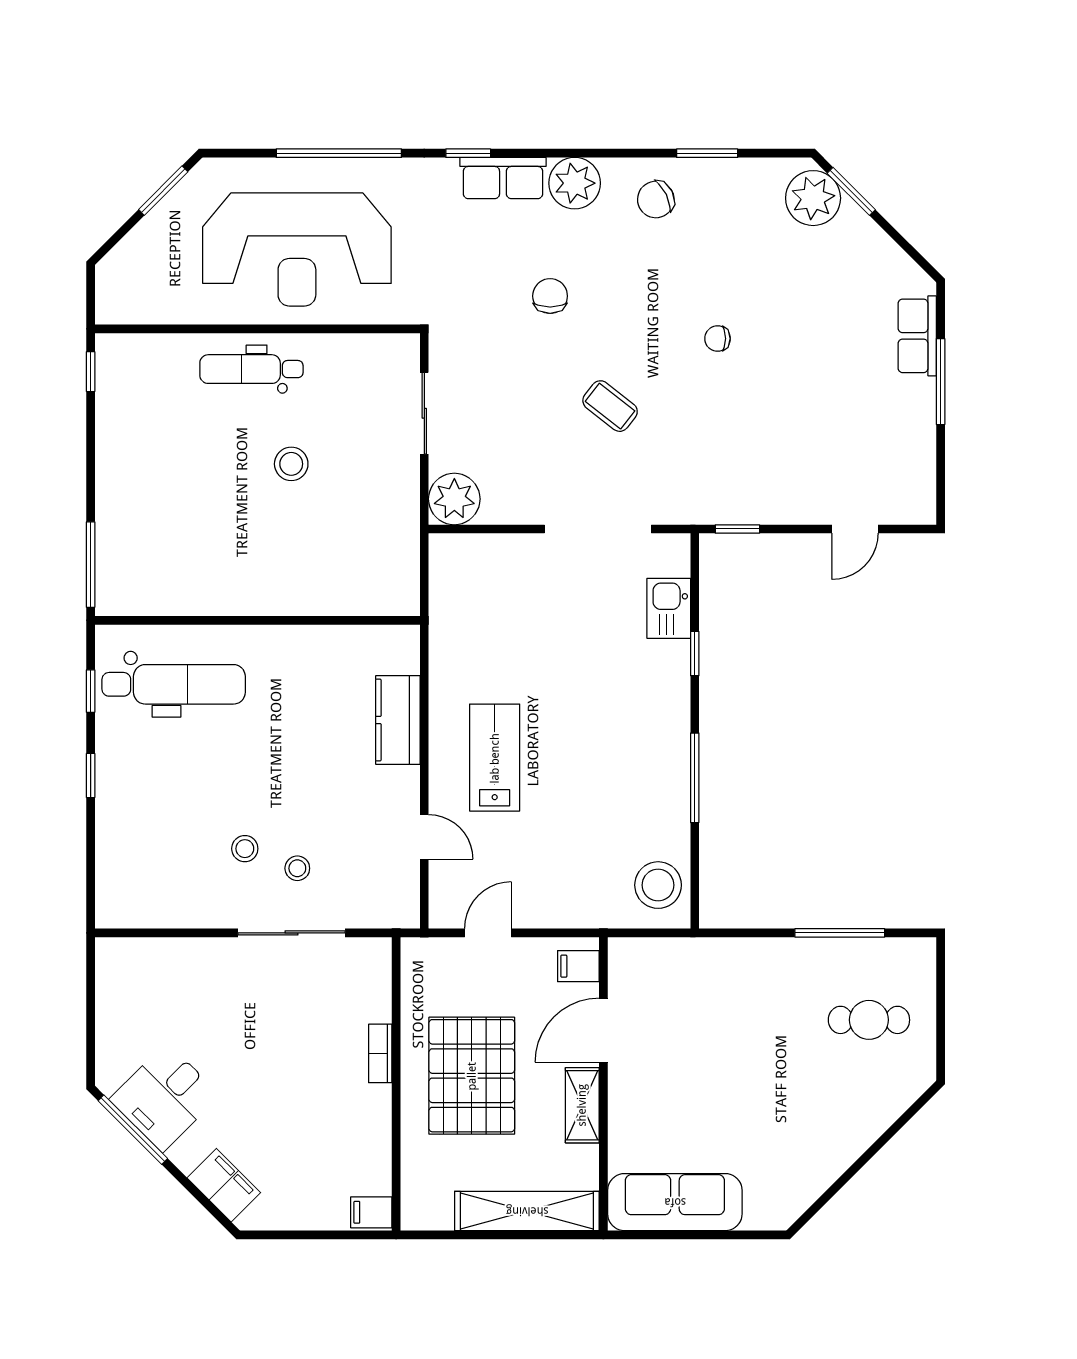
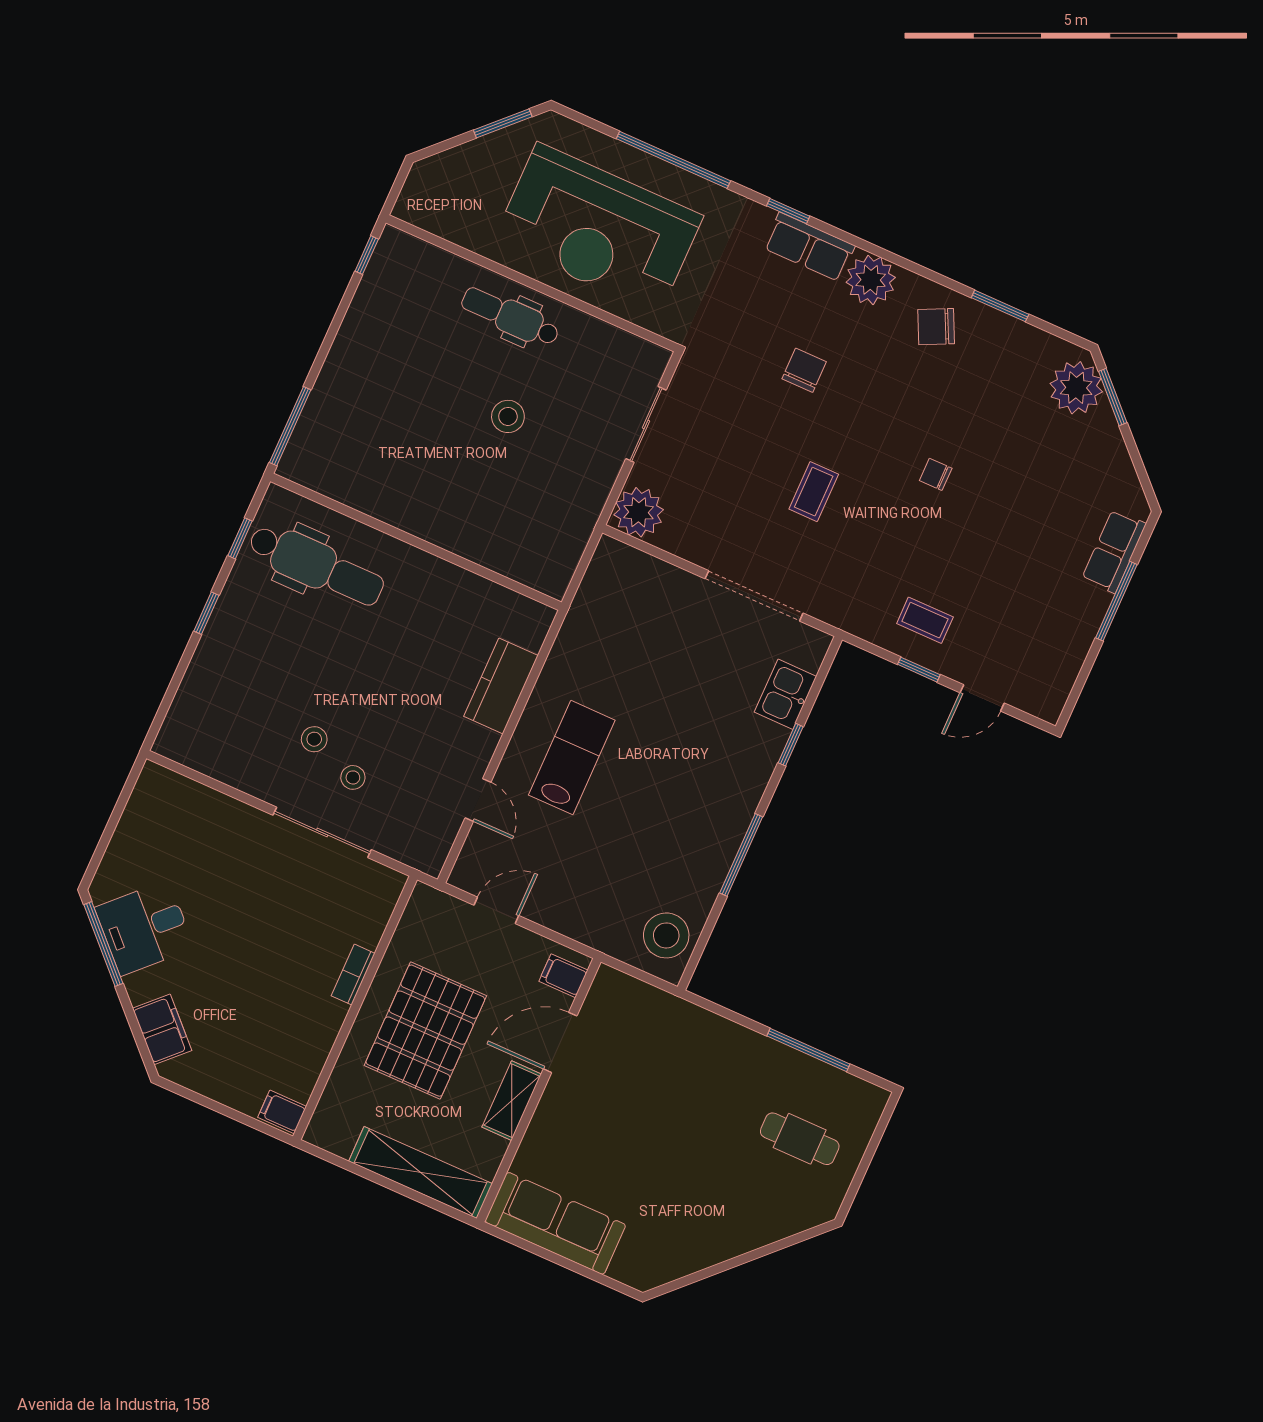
coffee table: (610, 406) -> (814, 492), turned 52
coffee table: (769, 480) -> (925, 620), added
window: (737, 529) -> (919, 670), moved

